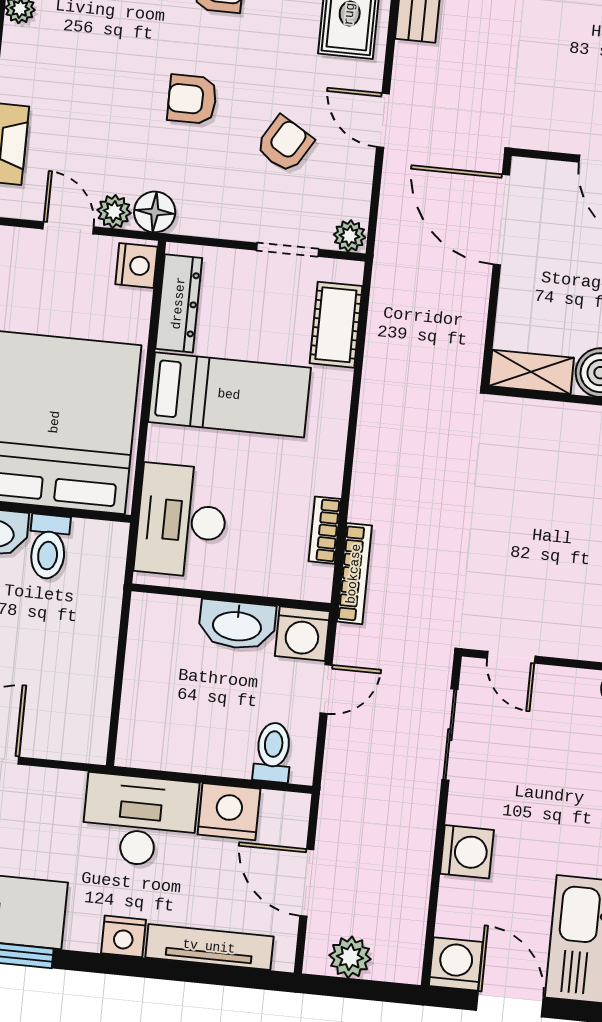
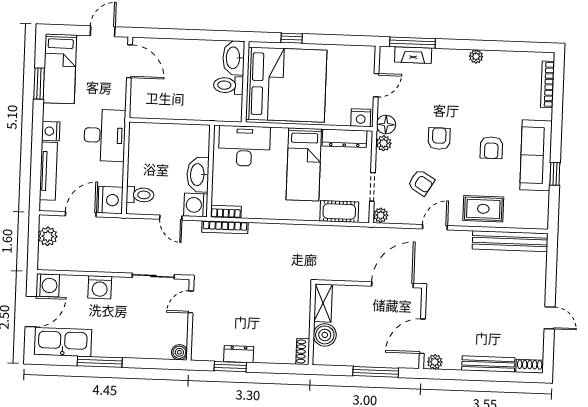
plant: (114, 212) -> (384, 143), moved
bookcase: (325, 530) -> (226, 212), moved
nightstand: (229, 812) -> (111, 200), moved

